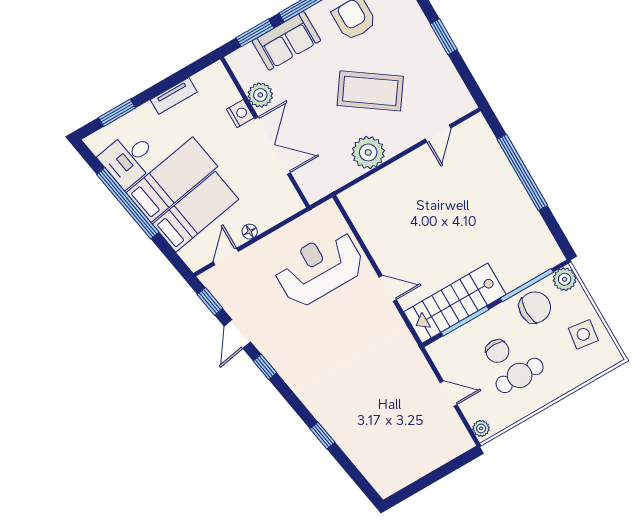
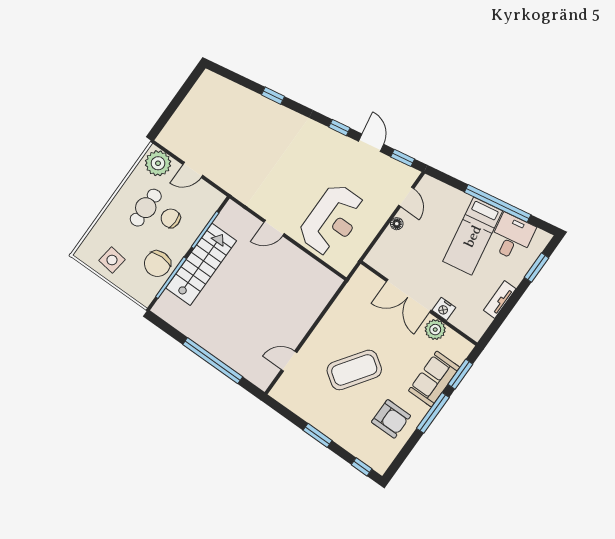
door: (438, 134) -> (289, 361), hinge flipped
plant: (368, 152) -> (335, 323), removed
bed: (196, 212) -> (444, 220), removed
plant: (565, 279) -> (145, 295), removed
stairs: (455, 303) -> (201, 264), moved
plant: (481, 428) -> (158, 163), width x1.87, depth x1.87

